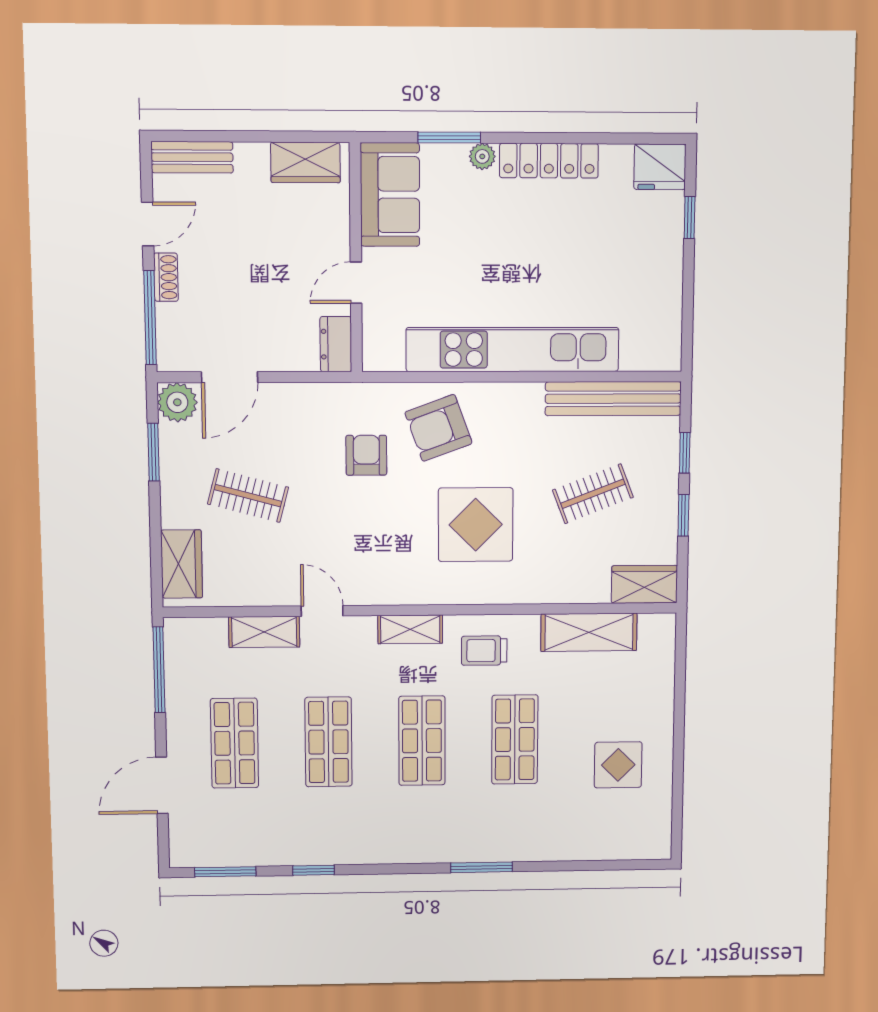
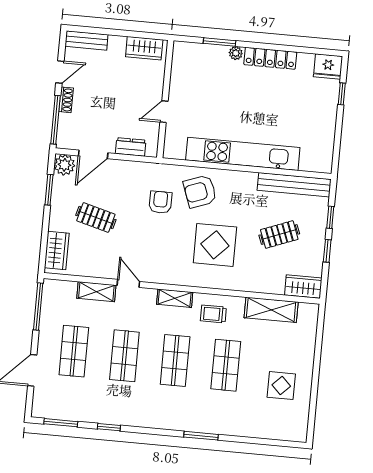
sofa: (390, 195) -> (186, 68), removed
dresser: (336, 344) -> (131, 147), moved, turned 90

